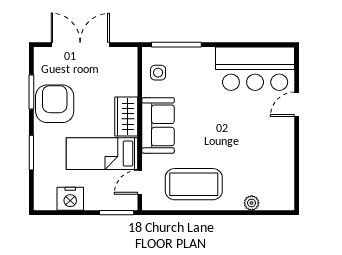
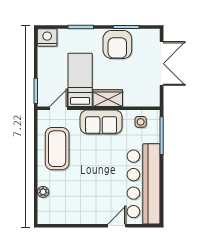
bar counter: (255, 69) -> (144, 184), width x1.36
armchair: (55, 104) -> (117, 44), turned 90
door: (297, 104) -> (117, 226), hinge flipped
door: (140, 182) -> (58, 108), hinge flipped
nightstand: (70, 199) -> (47, 37), moved, turned 90

